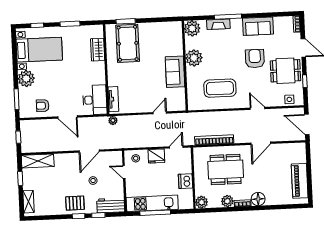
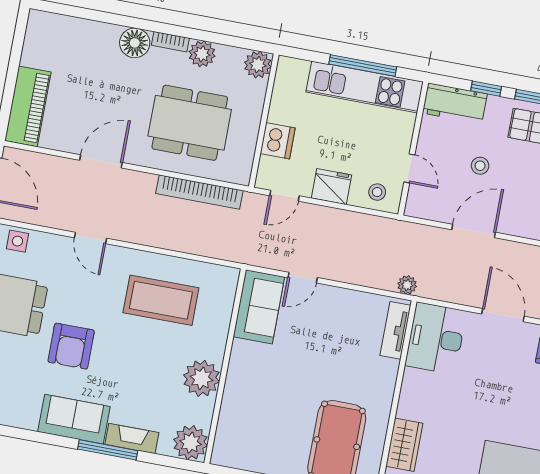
sofa: (258, 26) -> (74, 419), moved
sofa: (175, 72) -> (259, 307), moved
dishwasher: (185, 181) -> (278, 141), moved
piano: (300, 181) -> (28, 106), moved

